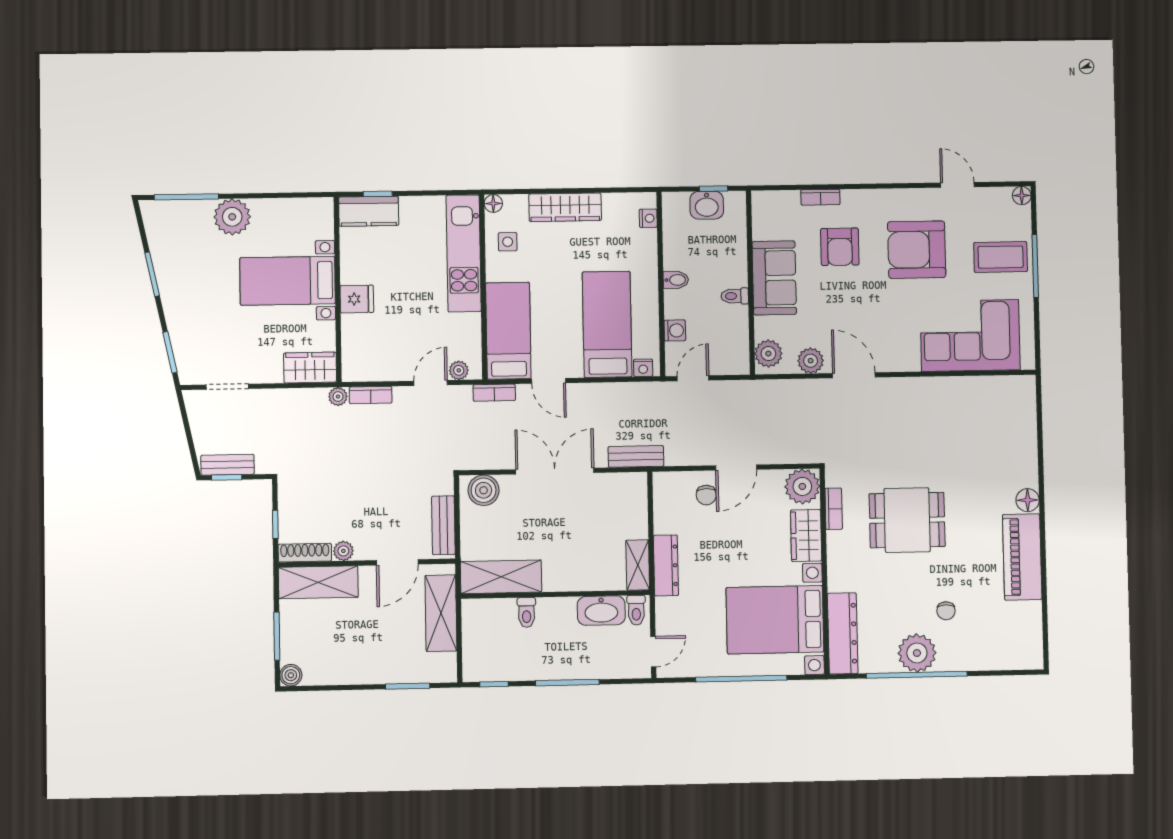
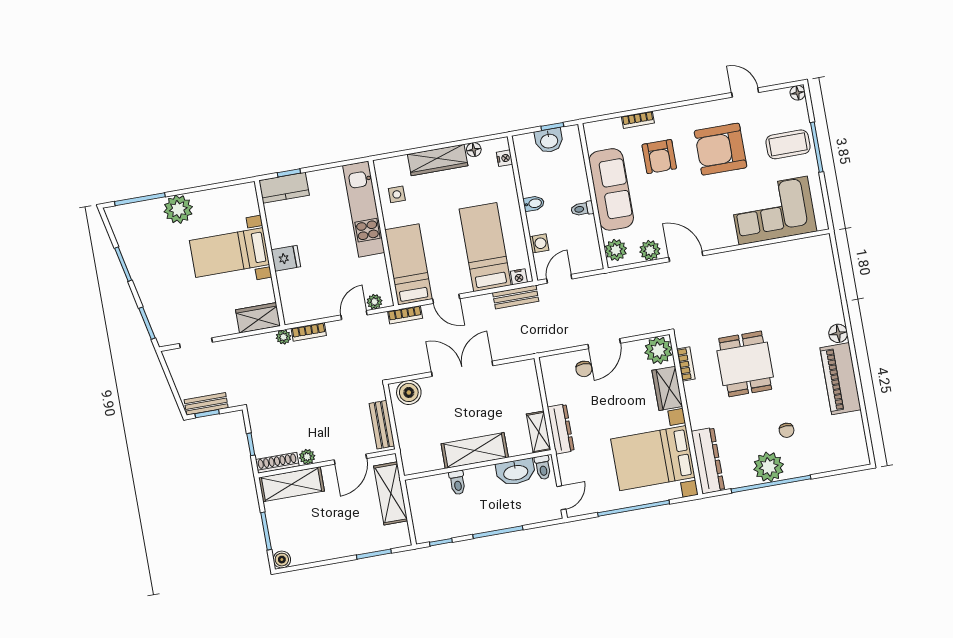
floor lamp: (493, 203) -> (474, 150), moved
sofa: (774, 278) -> (611, 189), width x1.36
bench: (636, 456) -> (516, 297), moved
dining table: (907, 520) -> (745, 364), turned 90
shelving: (501, 577) -> (475, 451), moved

